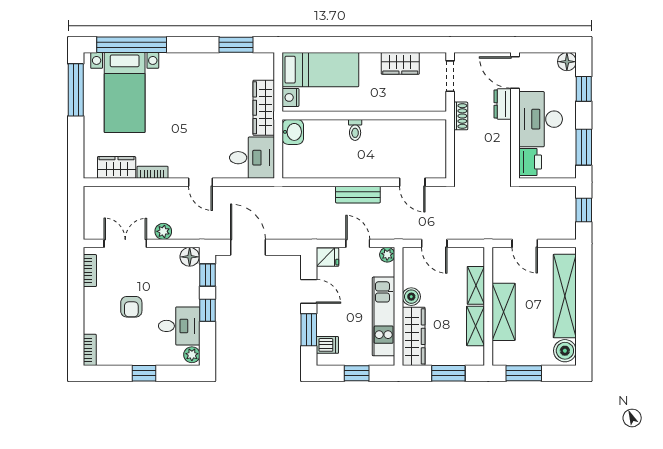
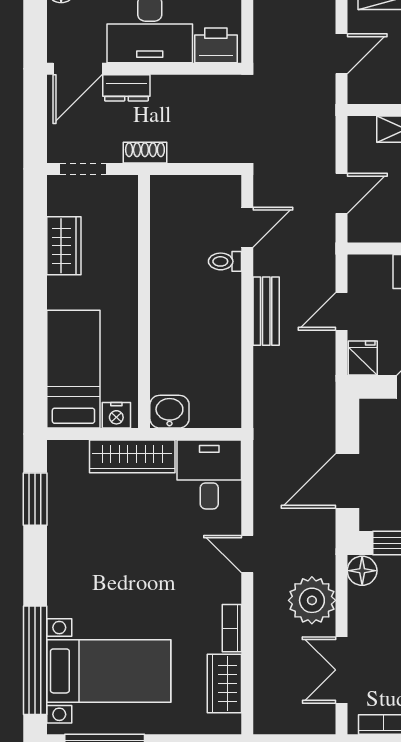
toilet: (355, 130) -> (225, 261), moved, turned 180
door: (200, 182) -> (247, 554), swing flipped
plant: (163, 231) -> (312, 600), width x1.88, depth x1.88
plant: (387, 255) -> (359, 266), removed

